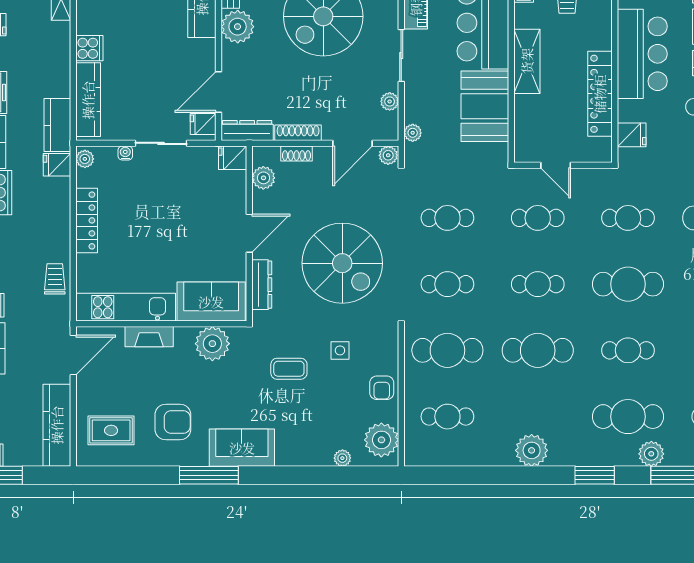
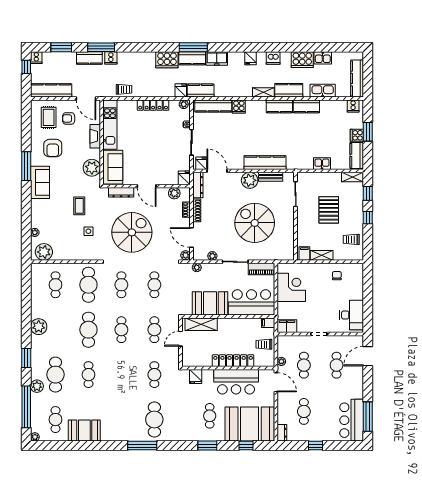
shelving: (527, 61) -> (201, 324), moved
locker: (600, 94) -> (233, 361), moved
spiral stairs: (342, 263) -> (132, 232), turned 180
cafe table: (628, 284) -> (121, 375), removed
armchair: (382, 388) -> (69, 118), moved

